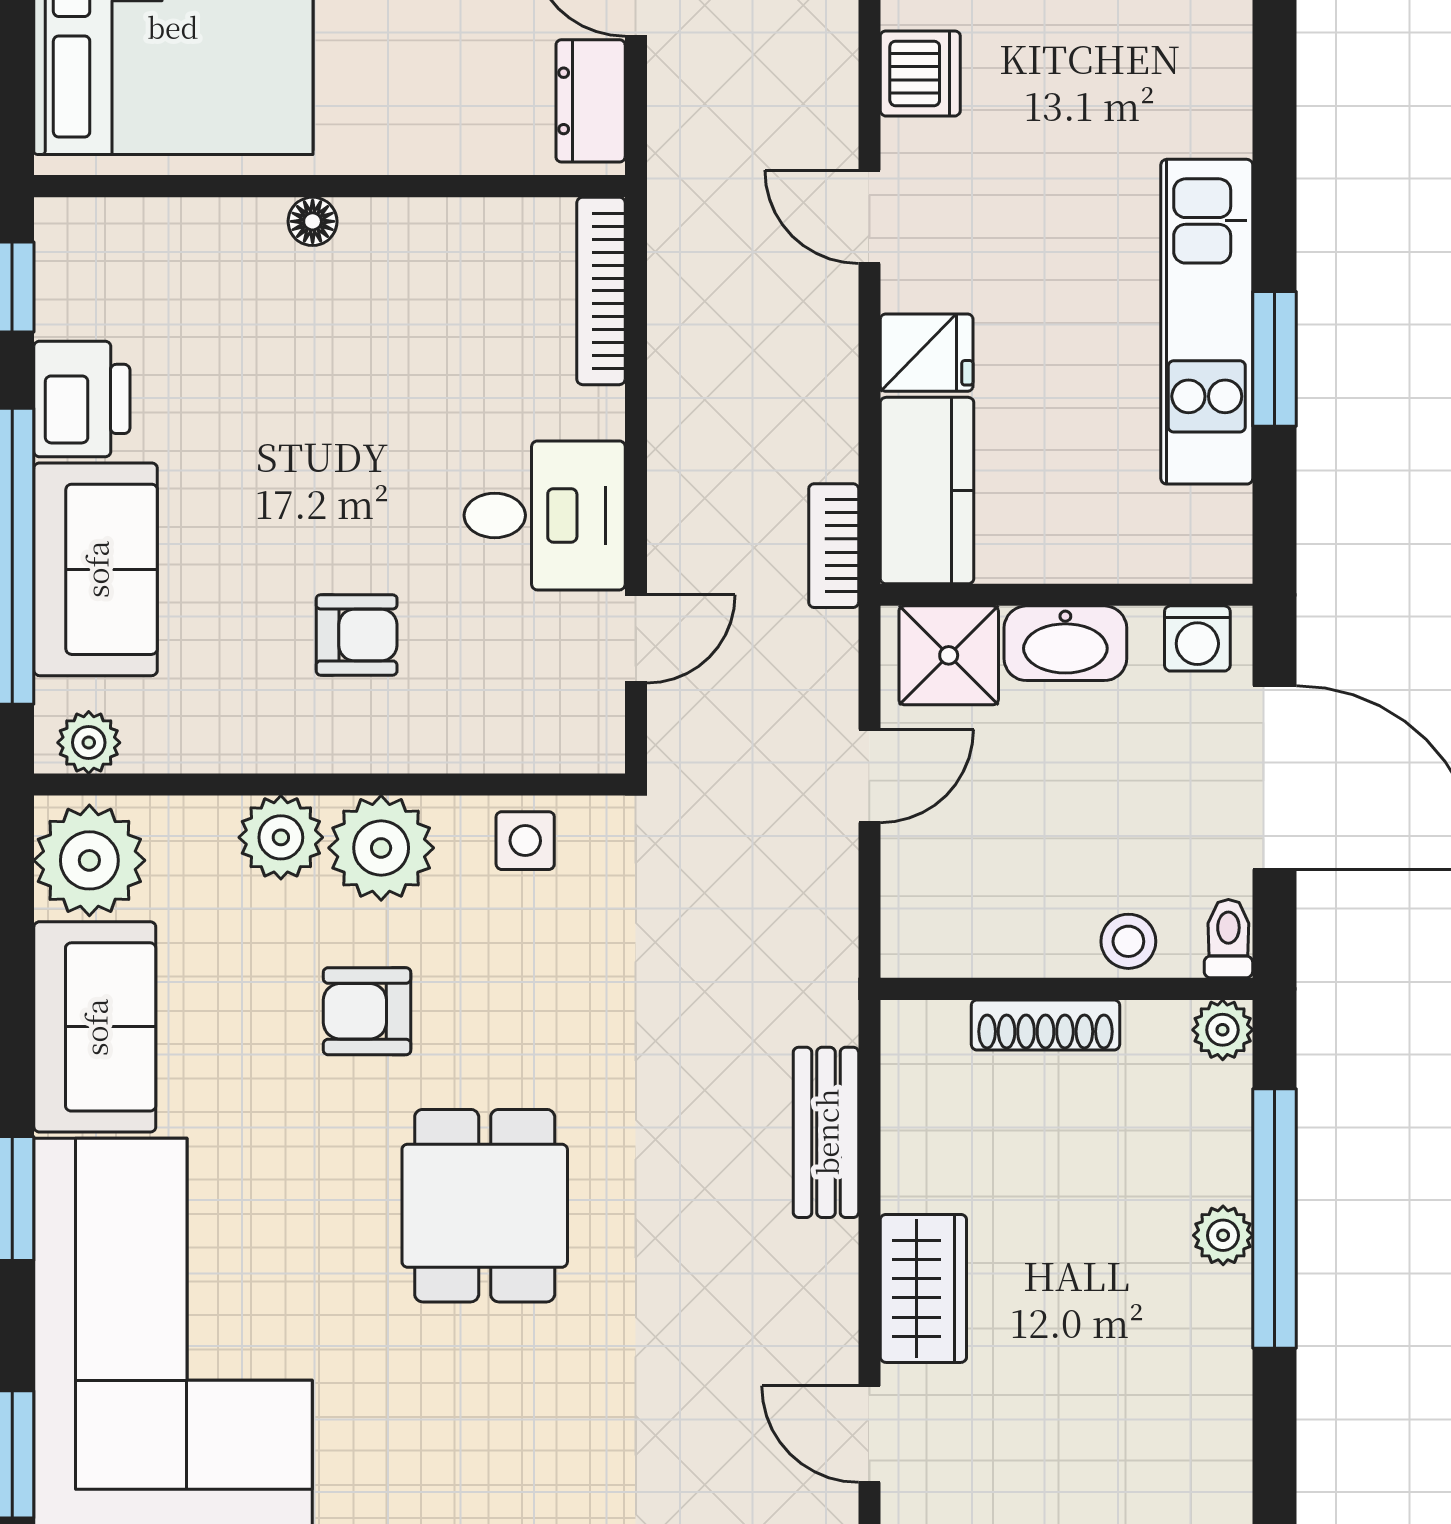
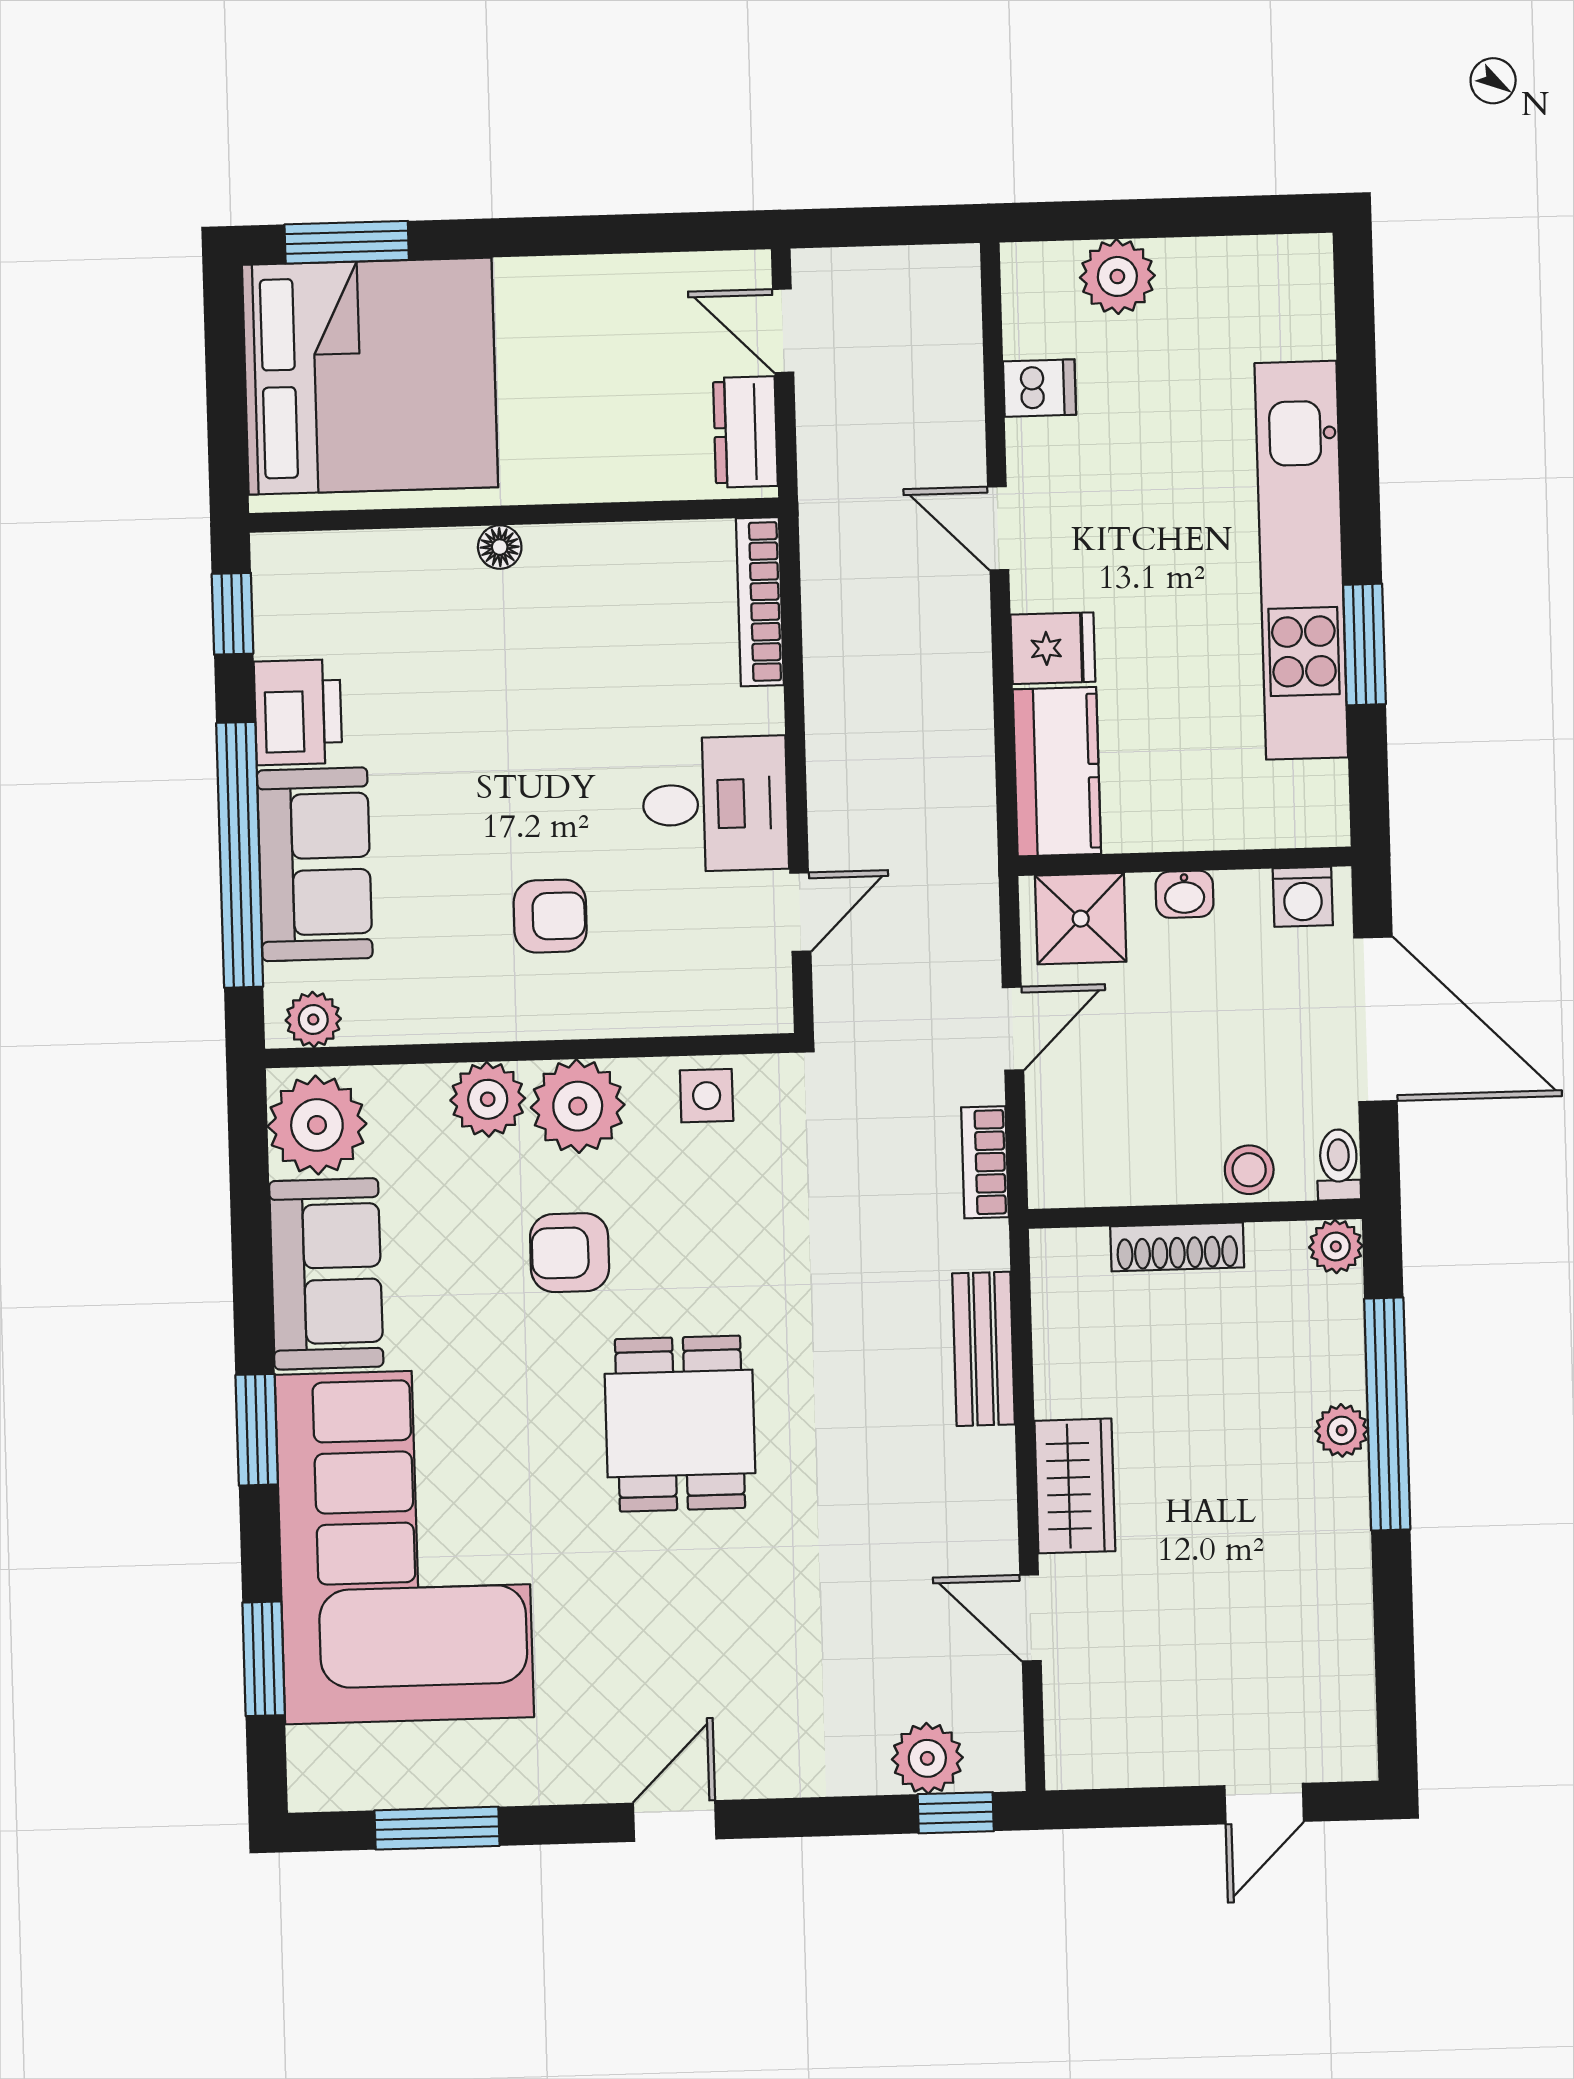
dishwasher: (920, 73) -> (1039, 388), width x0.73
kitchen unit: (1207, 322) -> (1301, 560), width x1.36
bookcase: (834, 546) -> (985, 1162), moved
washbasin: (1065, 643) -> (1184, 894), width x0.52, depth x0.69

